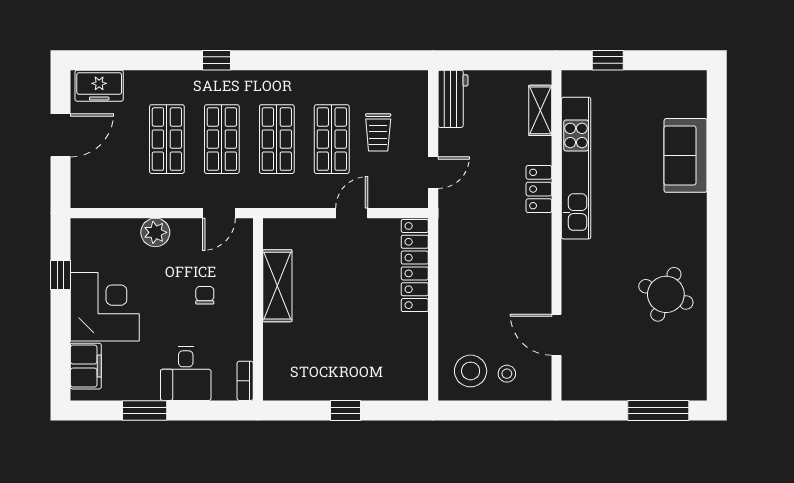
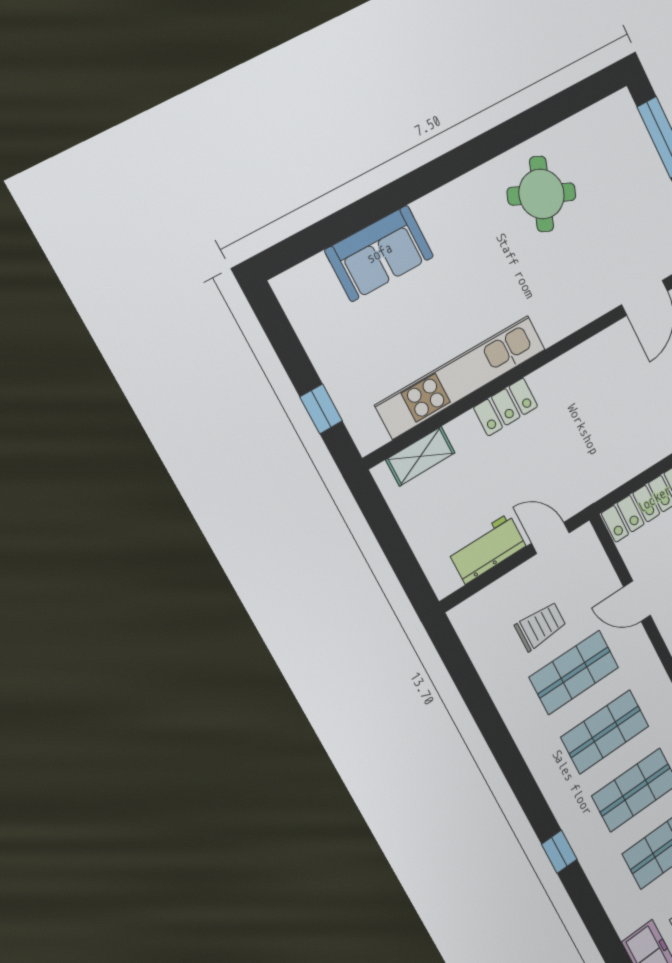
workbench: (453, 99) -> (487, 548), moved

